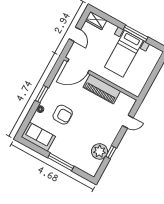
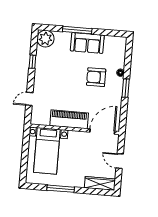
wardrobe: (96, 20) -> (100, 183), width x1.50
bed with nightstands: (124, 54) -> (47, 151), moved, turned 180
sofa: (38, 137) -> (87, 43), moved
plant: (99, 151) -> (45, 39), moved

